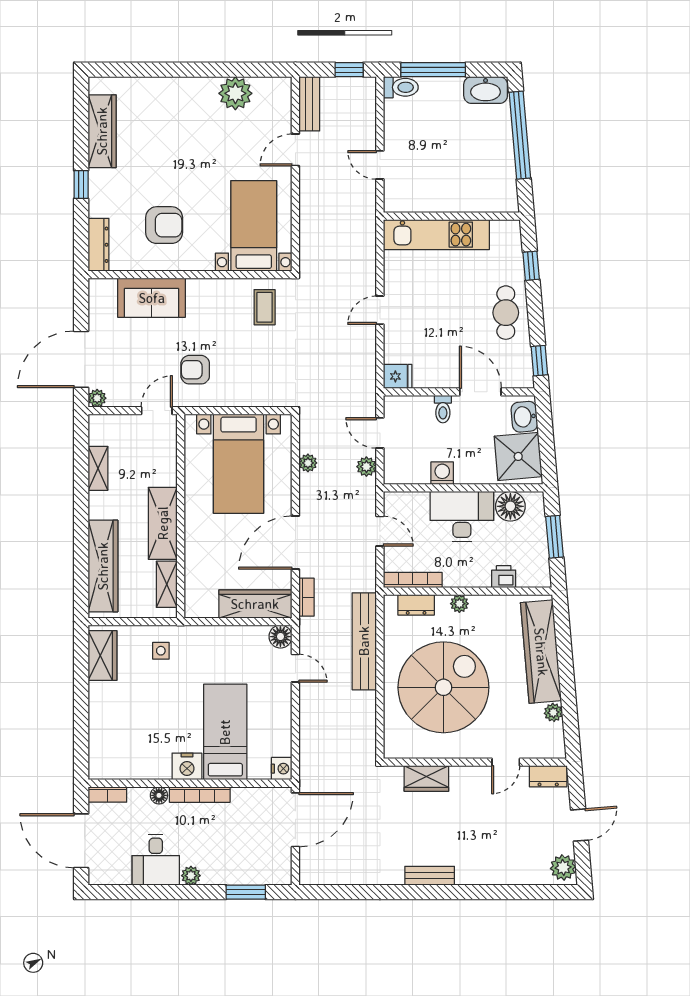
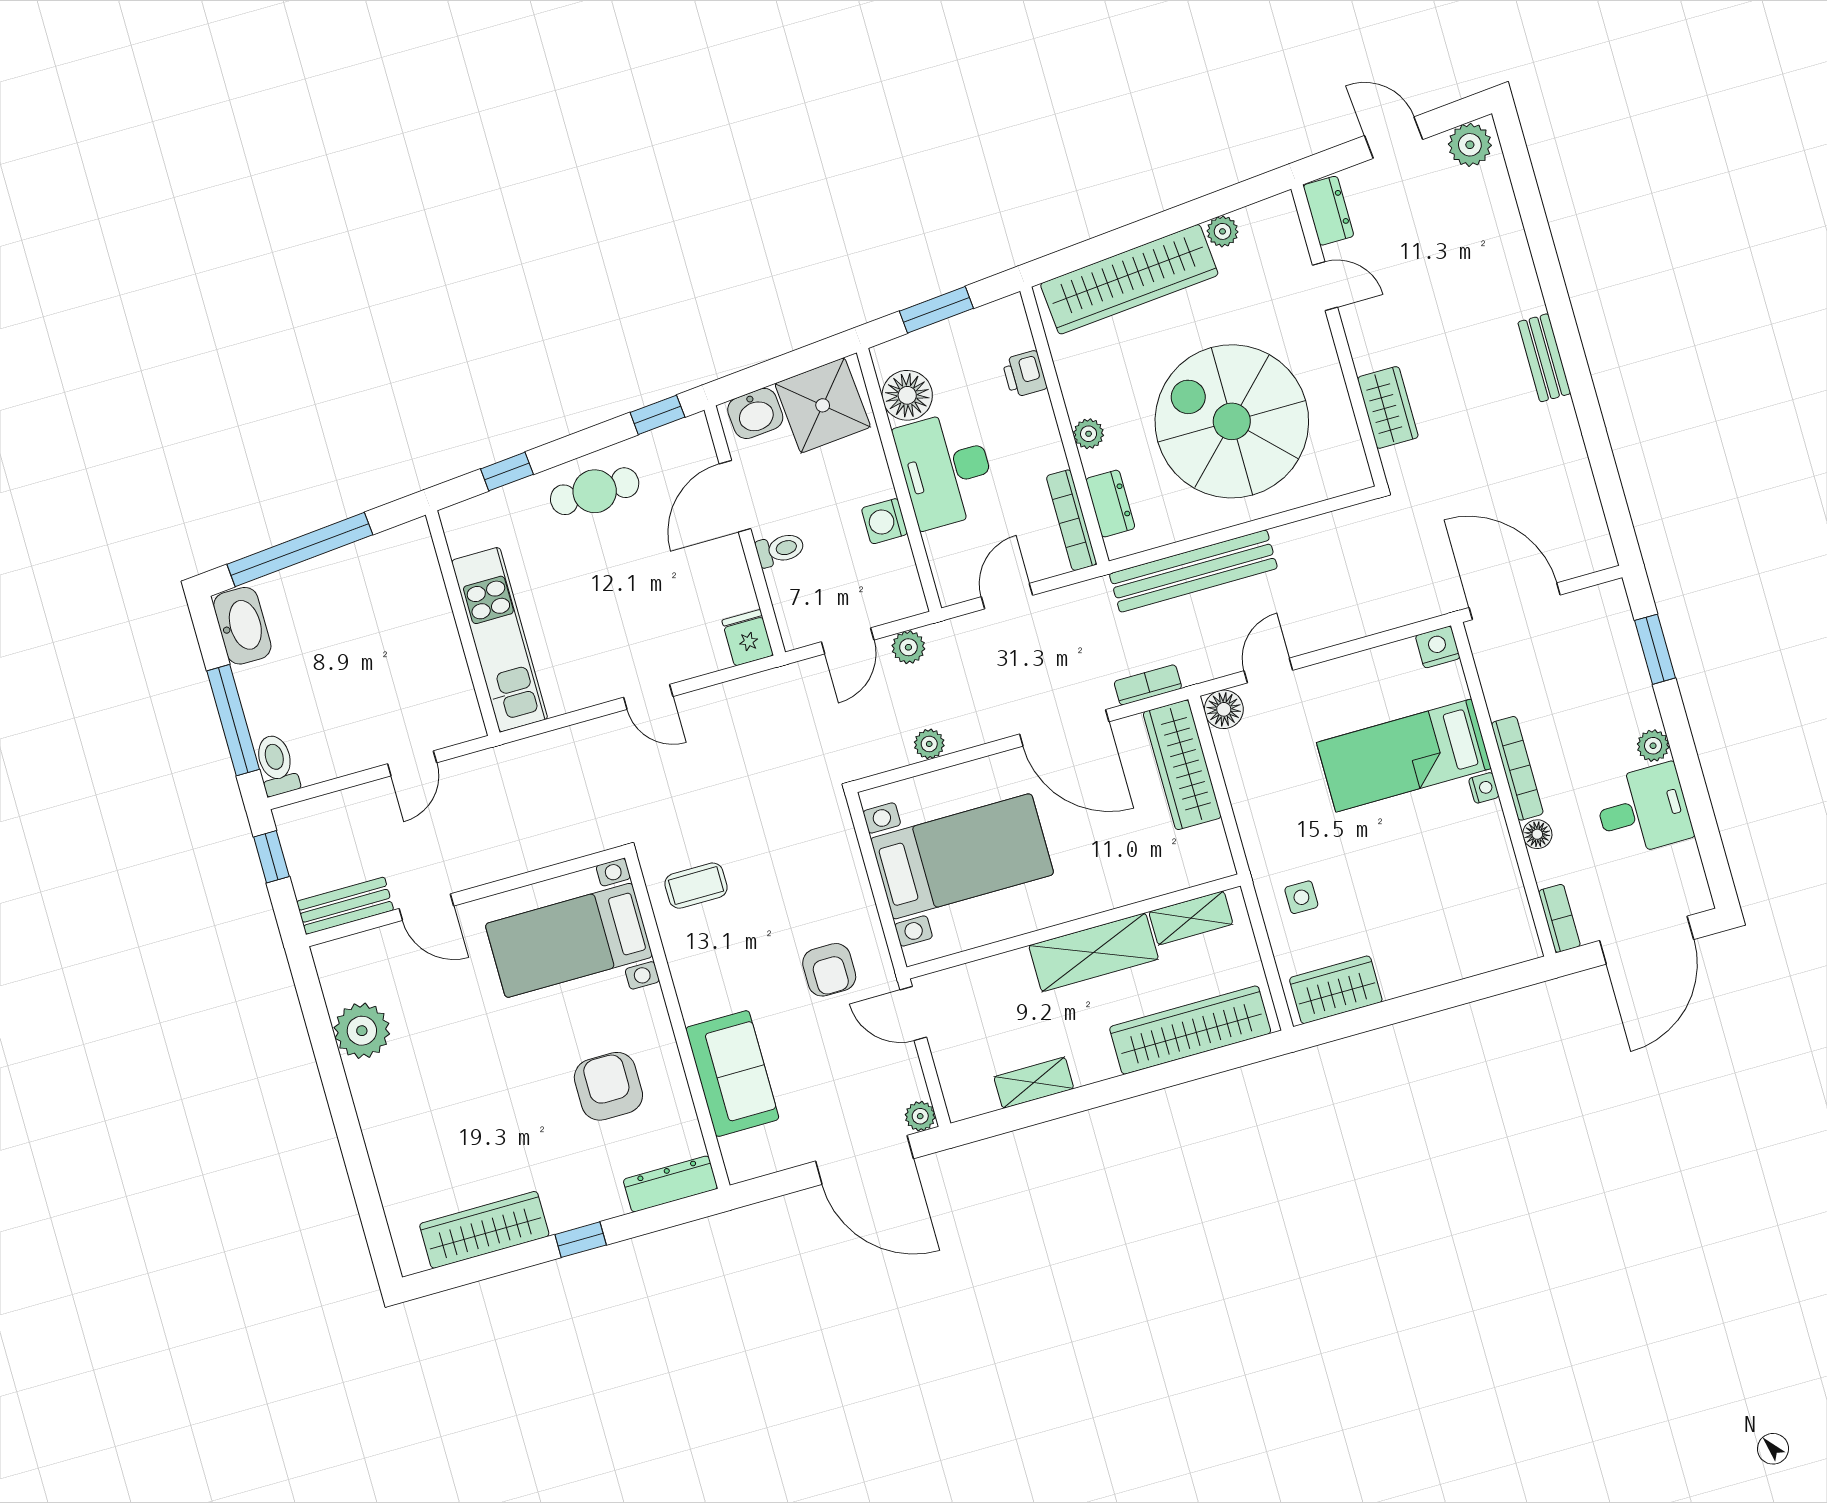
nightstand: (187, 766) -> (1484, 788), width x0.53, depth x0.56

